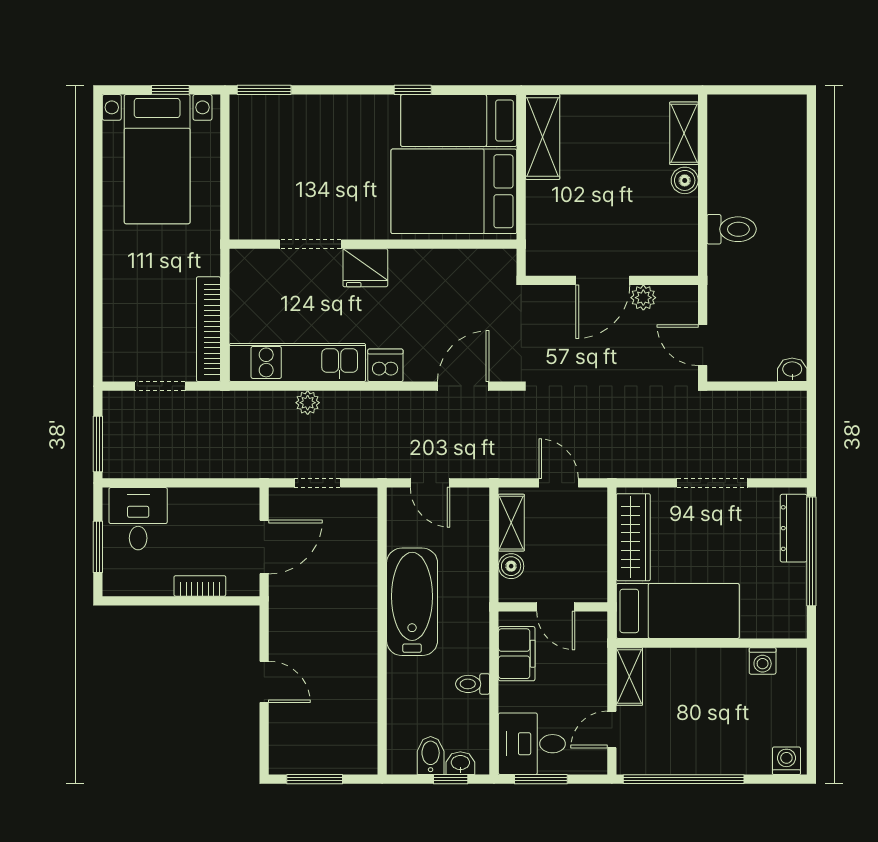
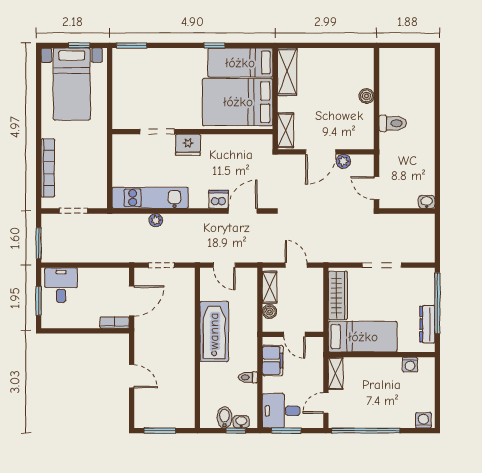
shelving: (684, 133) -> (286, 130), moved
bookcase: (208, 329) -> (48, 168), moved, turned 180
dishwasher: (385, 365) -> (219, 199), moved
dresser: (794, 528) -> (427, 324), moved
bookcase: (200, 586) -> (115, 323), moved

